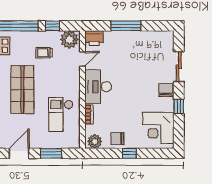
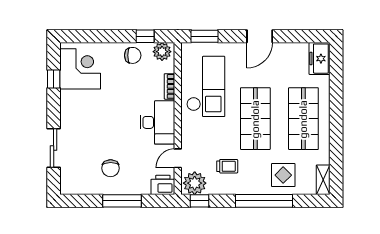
window: (53, 26) -> (199, 201), moved
chair: (166, 90) -> (111, 168), moved
window: (179, 106) -> (54, 79), moved
checkout: (61, 114) -> (206, 86), width x1.36, depth x1.21
window: (51, 153) -> (205, 36), moved
window: (129, 153) -> (145, 36), moved

